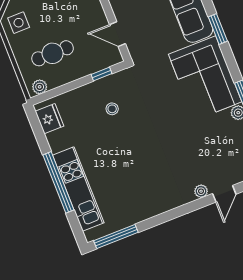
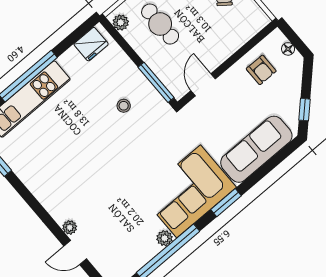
window: (218, 29) -> (226, 203), moved
window: (101, 74) -> (156, 82), width x2.17

